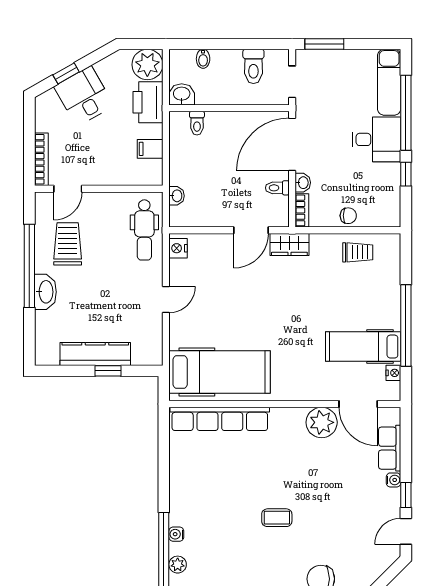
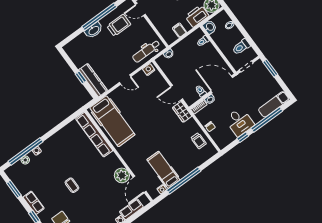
desk: (376, 139) -> (240, 122), moved
kitchen counter: (95, 354) -> (93, 80), moved

